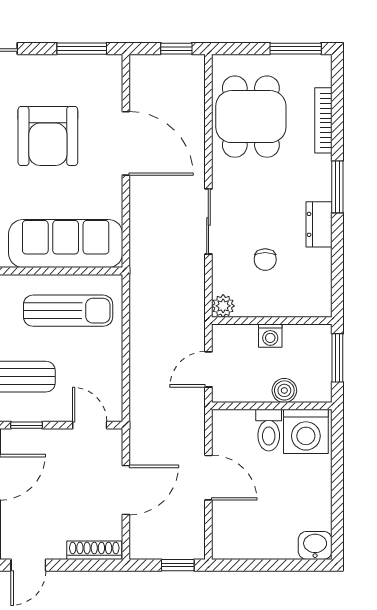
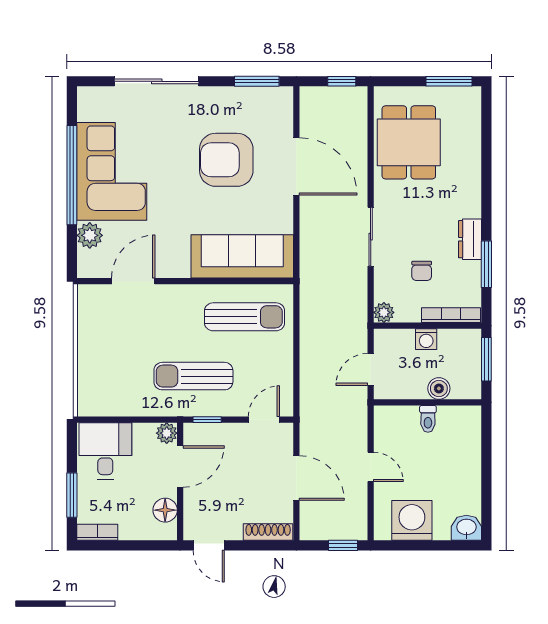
bookcase: (323, 120) -> (451, 315), moved, turned 90
armchair: (48, 136) -> (226, 160), turned 90
window: (337, 187) -> (486, 264), moved
door: (90, 425) -> (264, 420), hinge flipped
toilet: (269, 430) -> (428, 419), width x0.73, depth x0.72
washing machine: (306, 431) -> (412, 520), moved, turned 180
door: (208, 478) -> (371, 467), width x0.73
door: (126, 490) -> (296, 478), hinge flipped
door: (28, 565) -> (209, 545), hinge flipped

